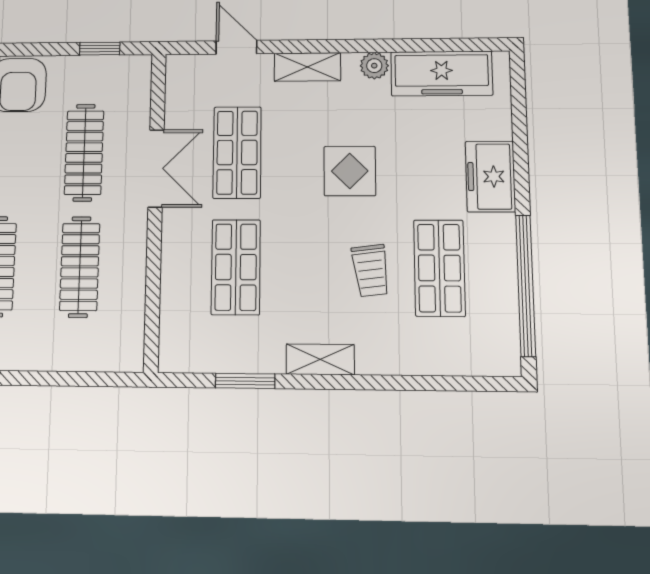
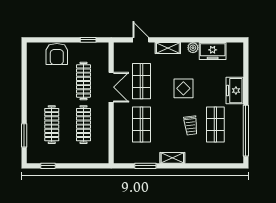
freezer: (442, 74) -> (213, 51), width x0.71

